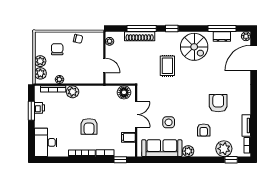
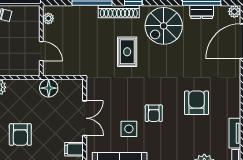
shoe rack: (140, 36) -> (119, 12), moved
spiral stairs: (194, 47) -> (164, 26), turned 90
floor lamp: (124, 92) -> (49, 88), moved
armchair: (204, 130) -> (154, 113), moved

